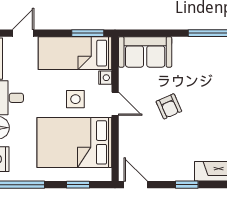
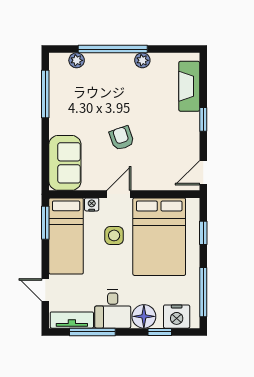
armchair: (169, 106) -> (122, 138), turned -85

